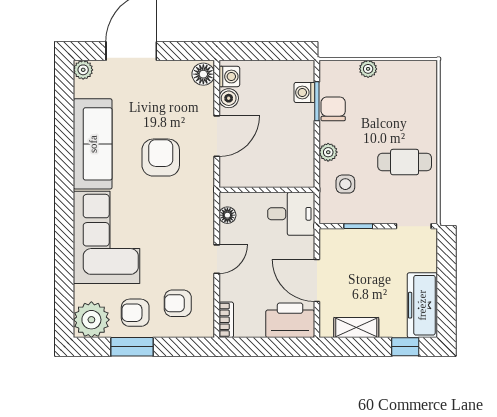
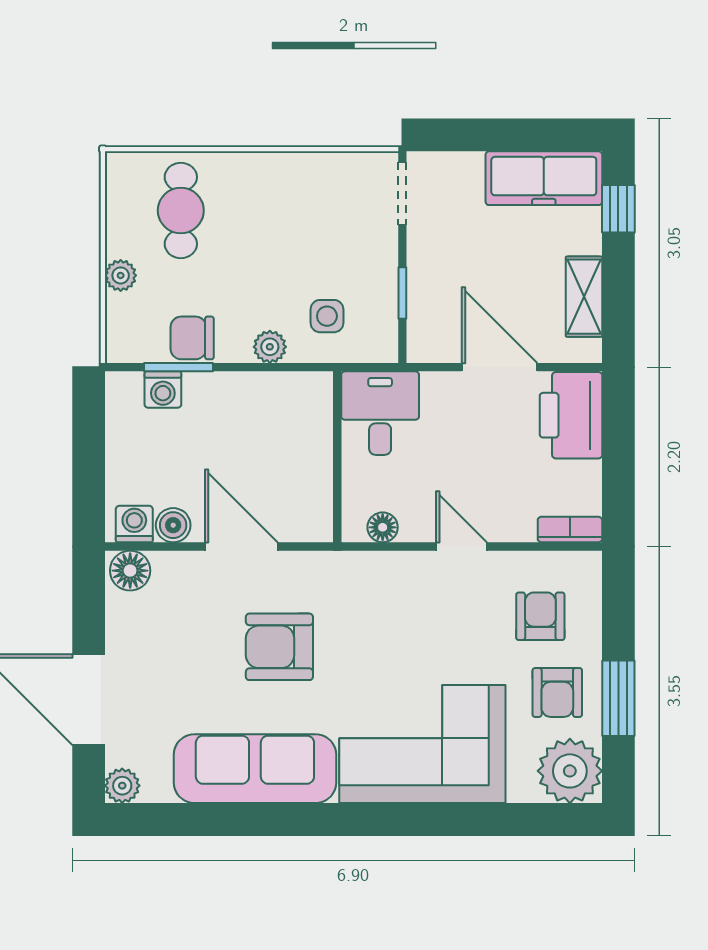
cafe table: (405, 162) -> (181, 210), moved
door: (317, 280) -> (500, 367), swing flipped
armchair: (178, 303) -> (540, 616), turned 180

